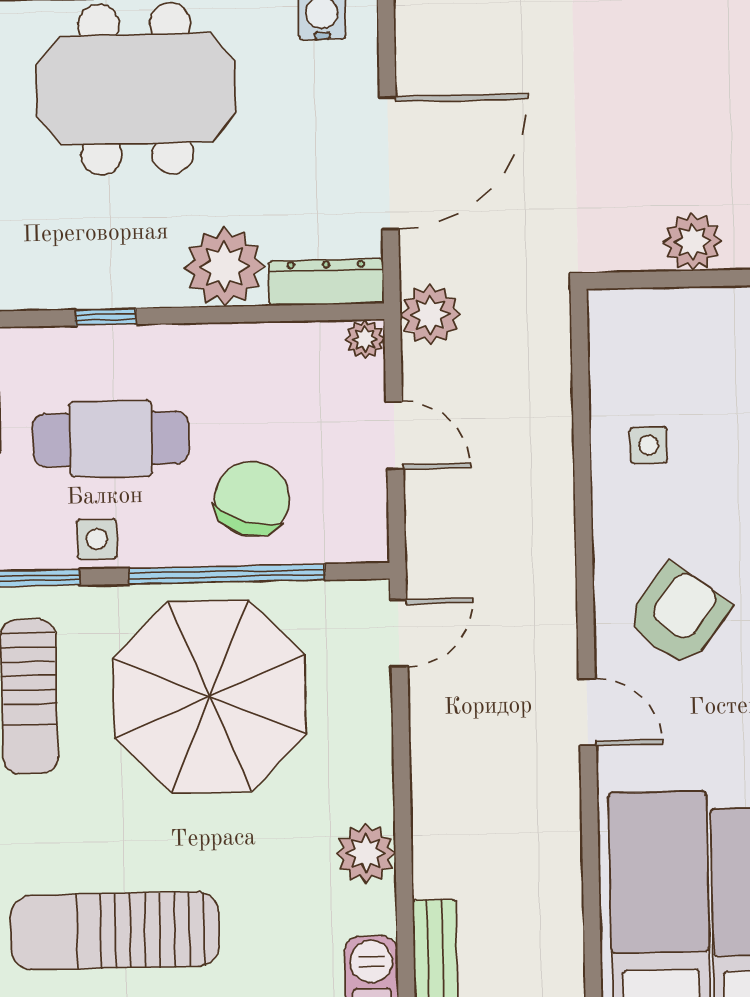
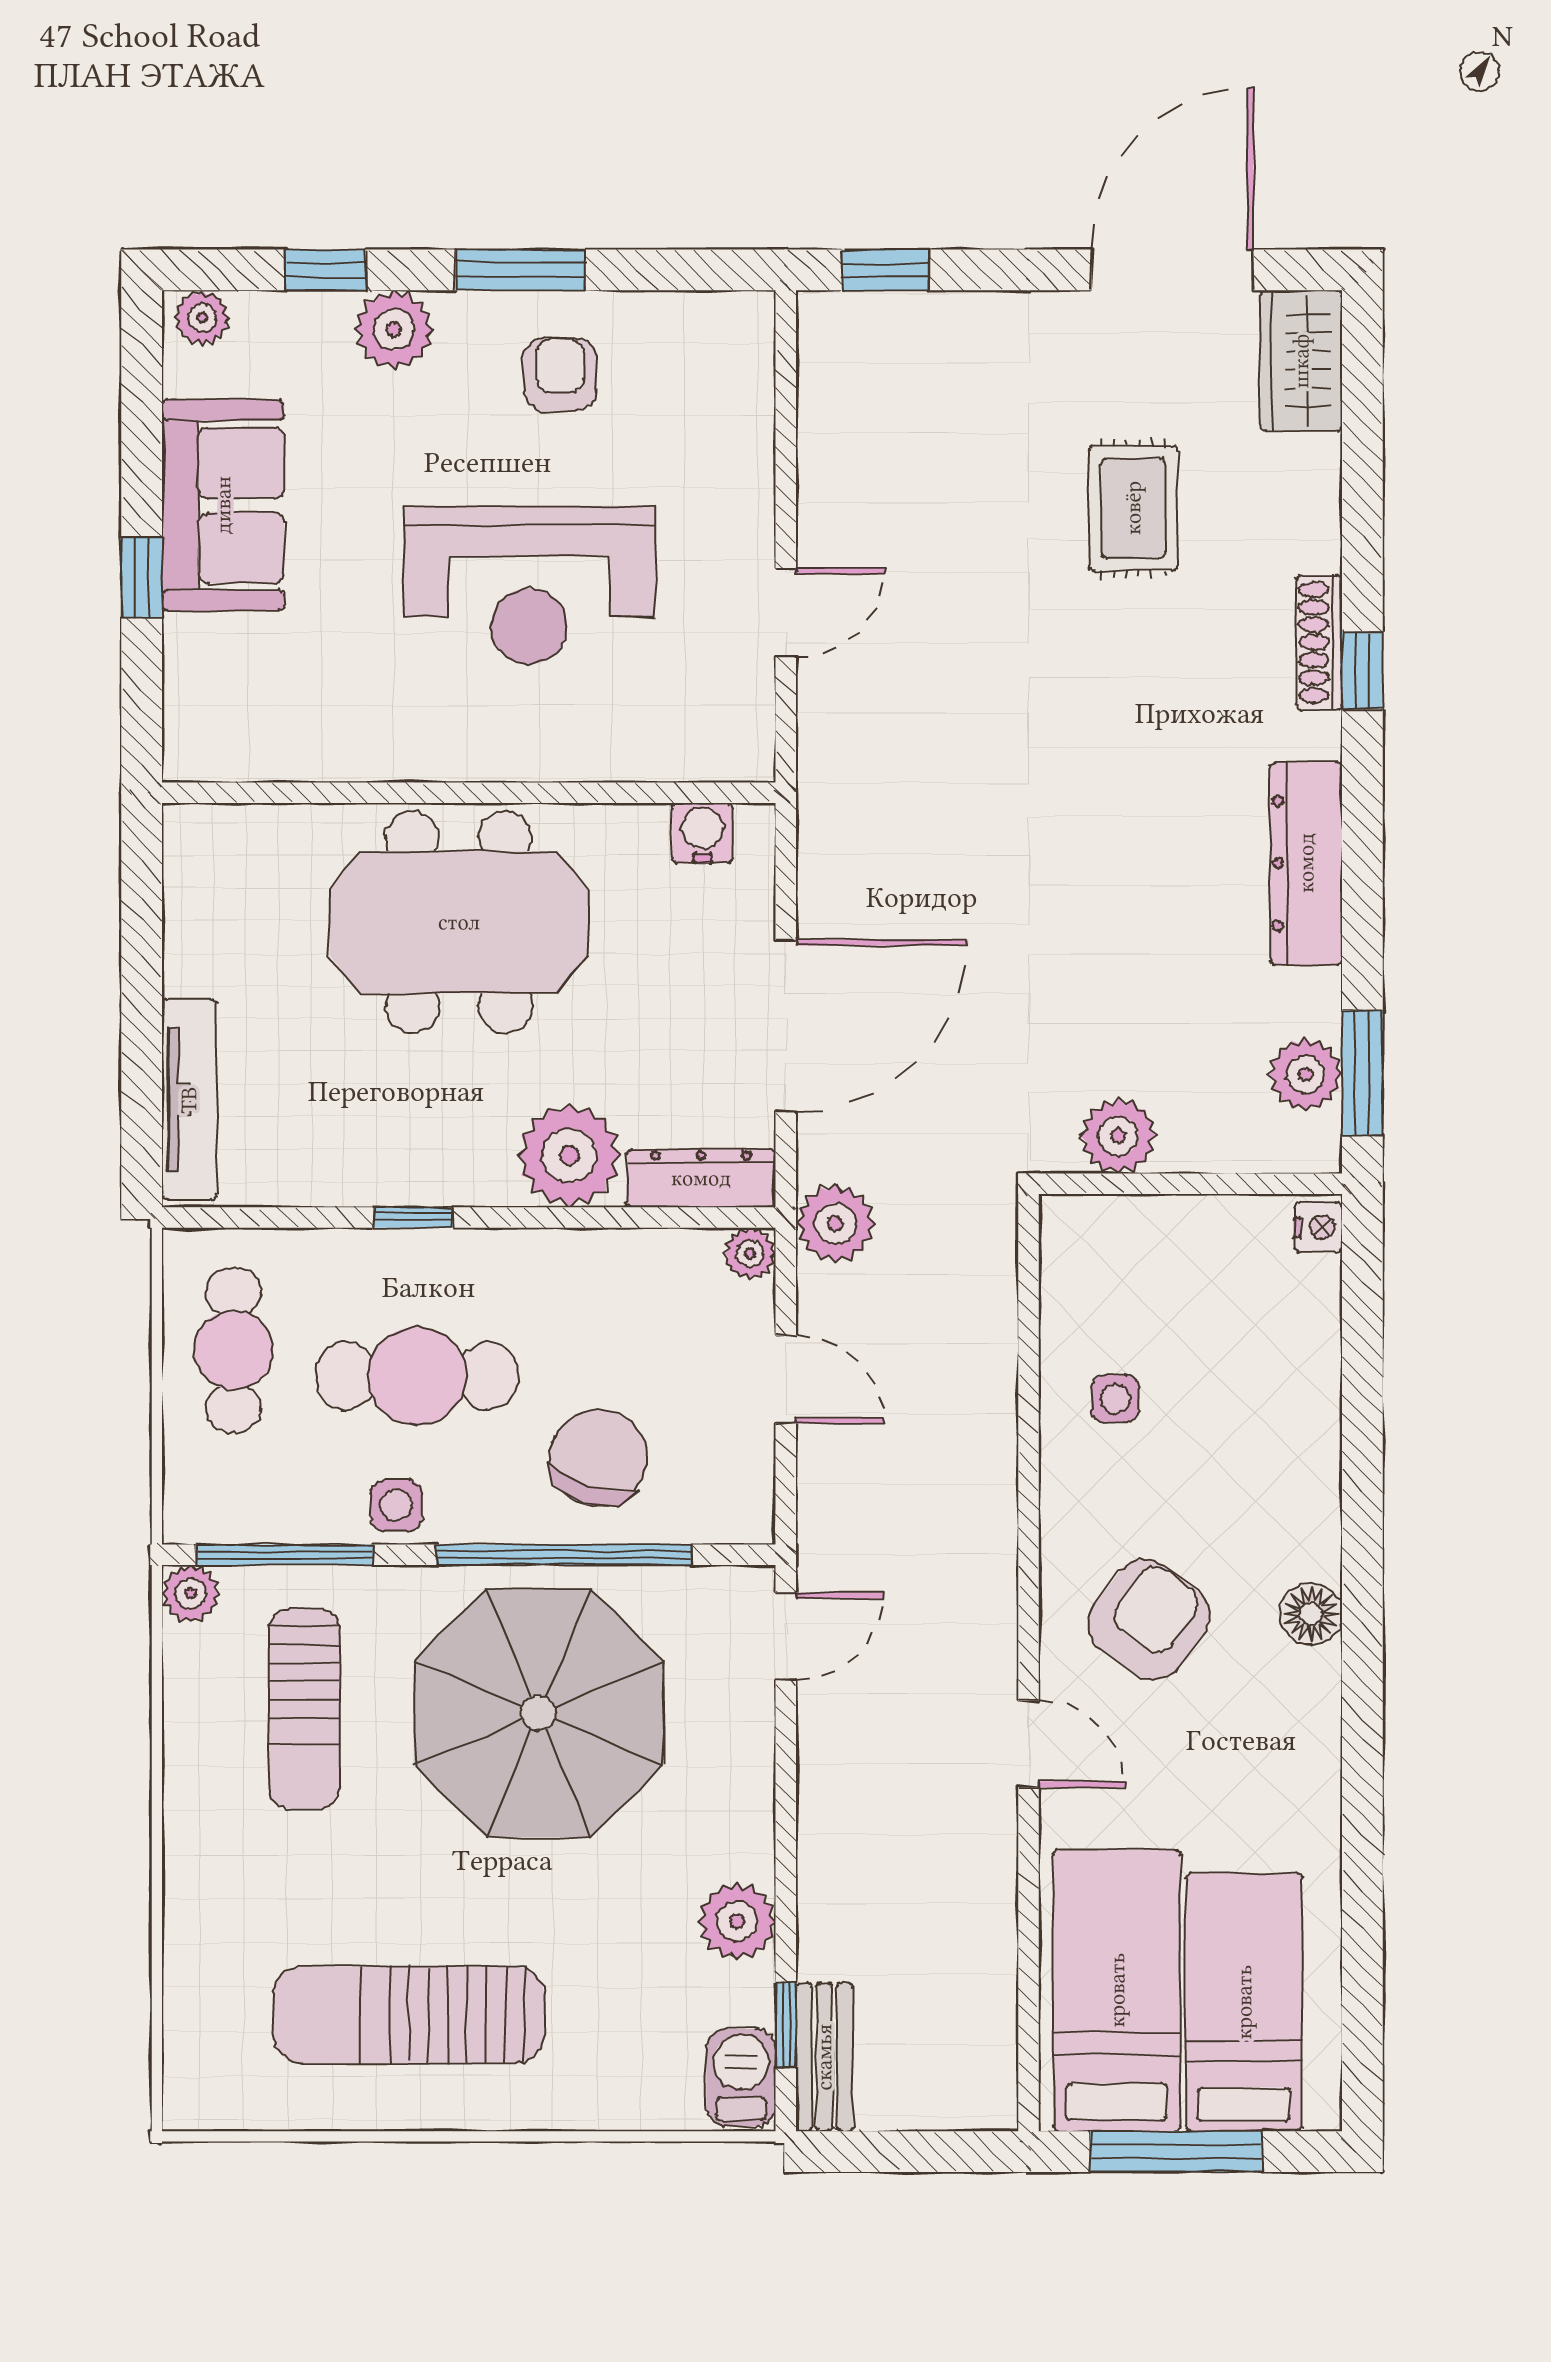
plant: (692, 242) -> (1118, 1136), moved
window: (405, 932) -> (786, 2025), added

